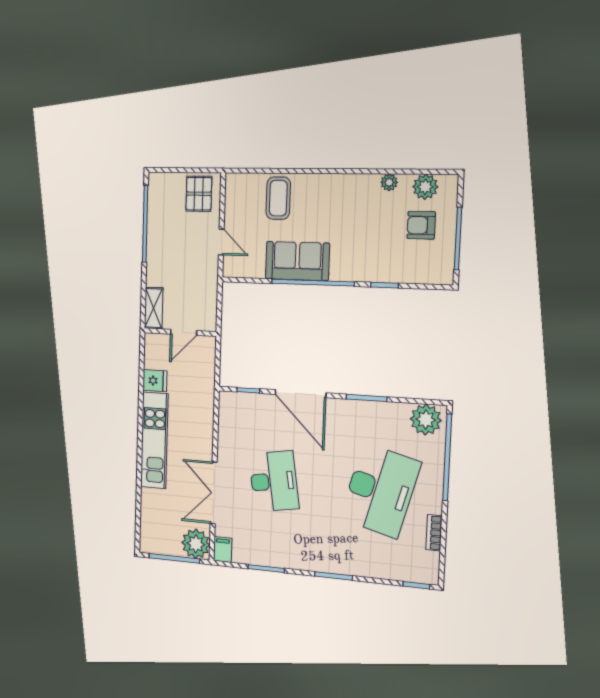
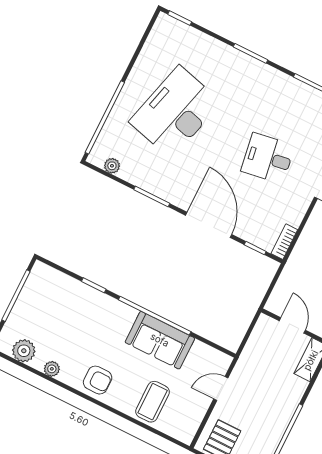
armchair: (421, 225) -> (98, 380), moved
door: (221, 242) -> (221, 388), hinge flipped
door: (184, 332) -> (292, 325), hinge flipped
plant: (426, 420) -> (112, 166), width x0.53, depth x0.53
desk: (274, 481) -> (268, 158), width x0.73
bookcase: (434, 533) -> (284, 242), moved, turned 180

